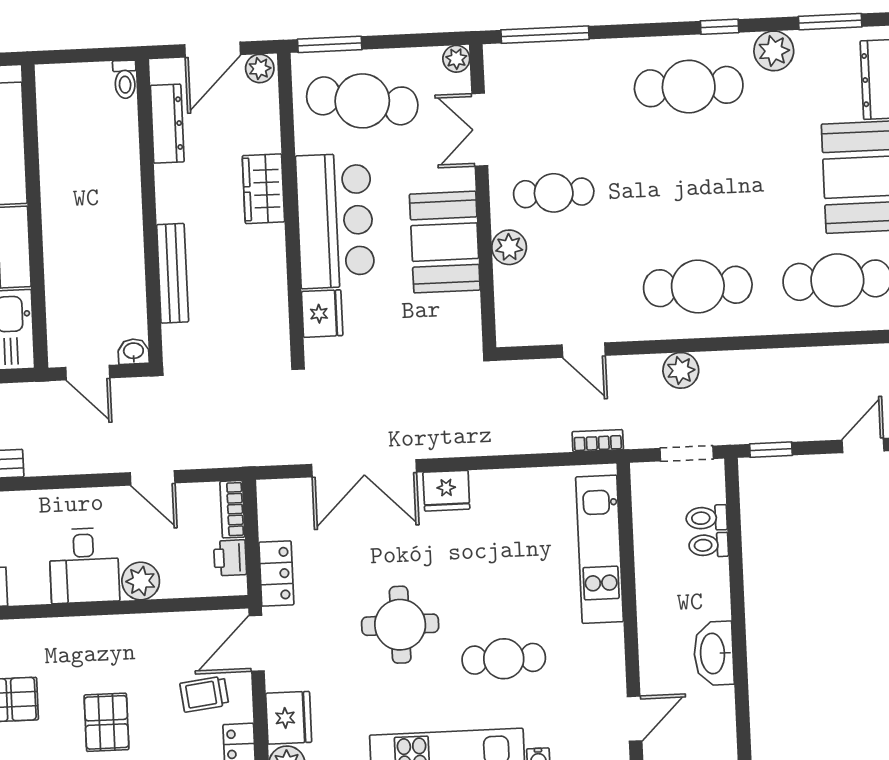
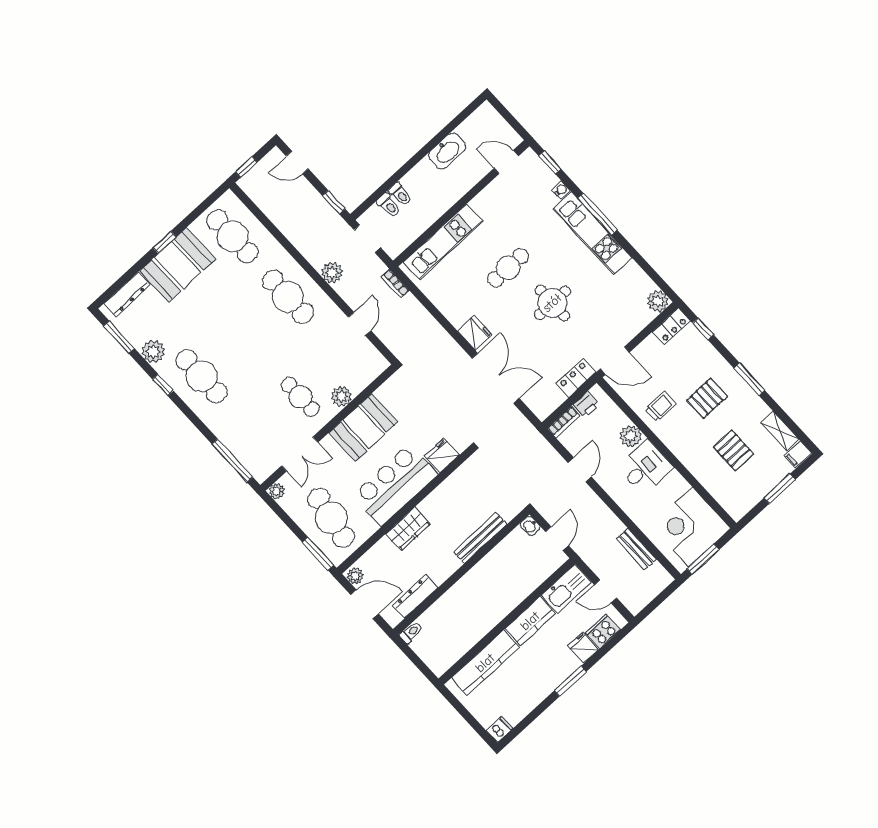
cafe table: (504, 659) -> (508, 268), moved, turned 90
trolley: (204, 694) -> (661, 407), moved, turned -83
fridge: (289, 718) -> (636, 318), removed

